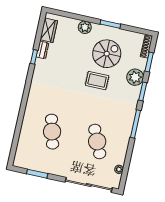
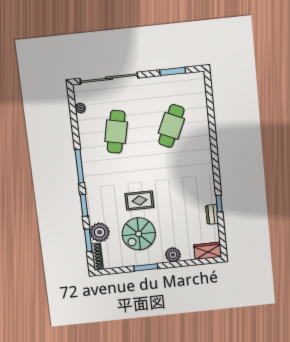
wardrobe: (49, 30) -> (208, 251), moved, turned 90
plant: (135, 77) -> (100, 232), moved
cafe table: (52, 132) -> (171, 126), turned 39
cafe table: (97, 142) -> (116, 132), turned 36

